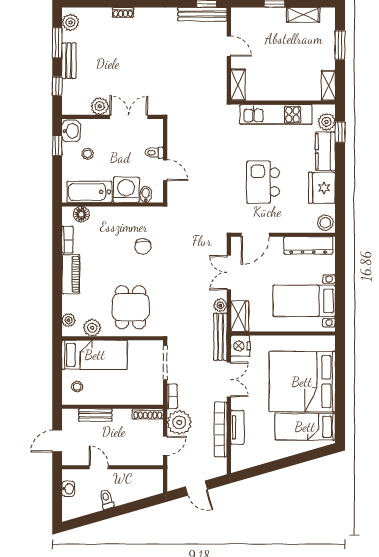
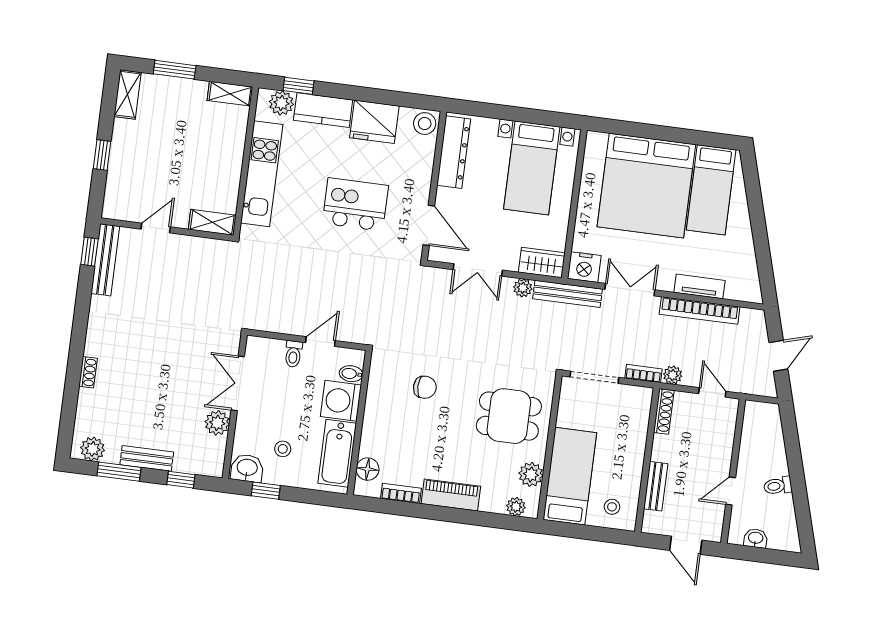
shelving: (303, 15) -> (128, 94), moved
kitchen island: (263, 182) -> (355, 204), turned 180
plant: (179, 422) -> (673, 375), width x0.53, depth x0.53

